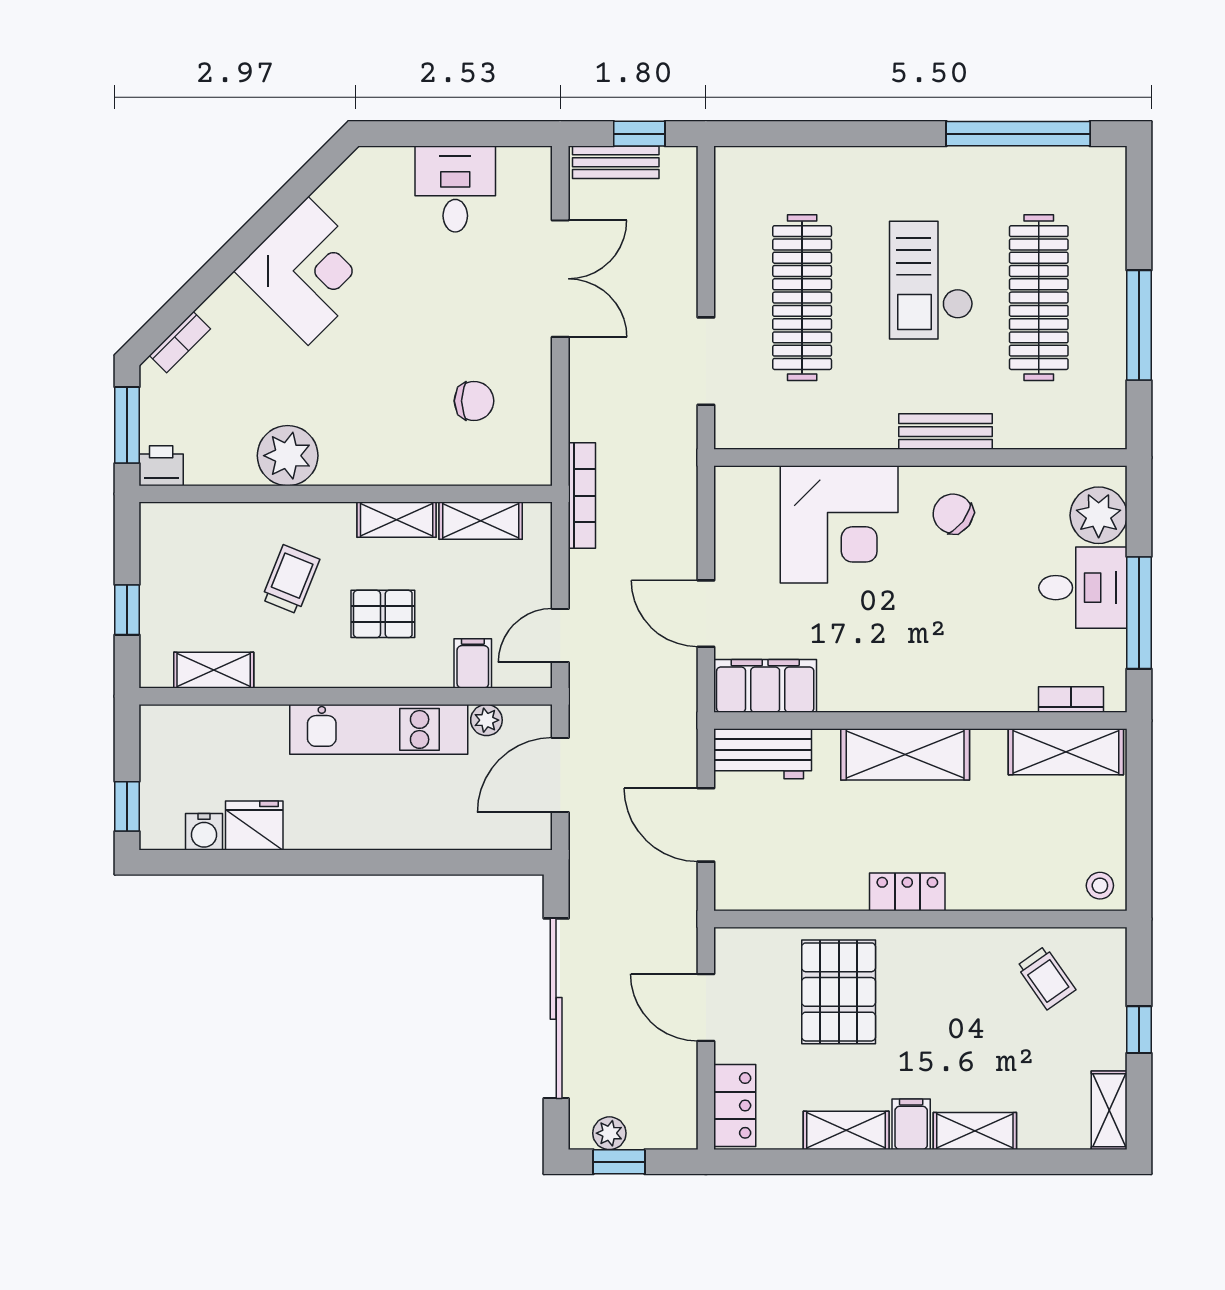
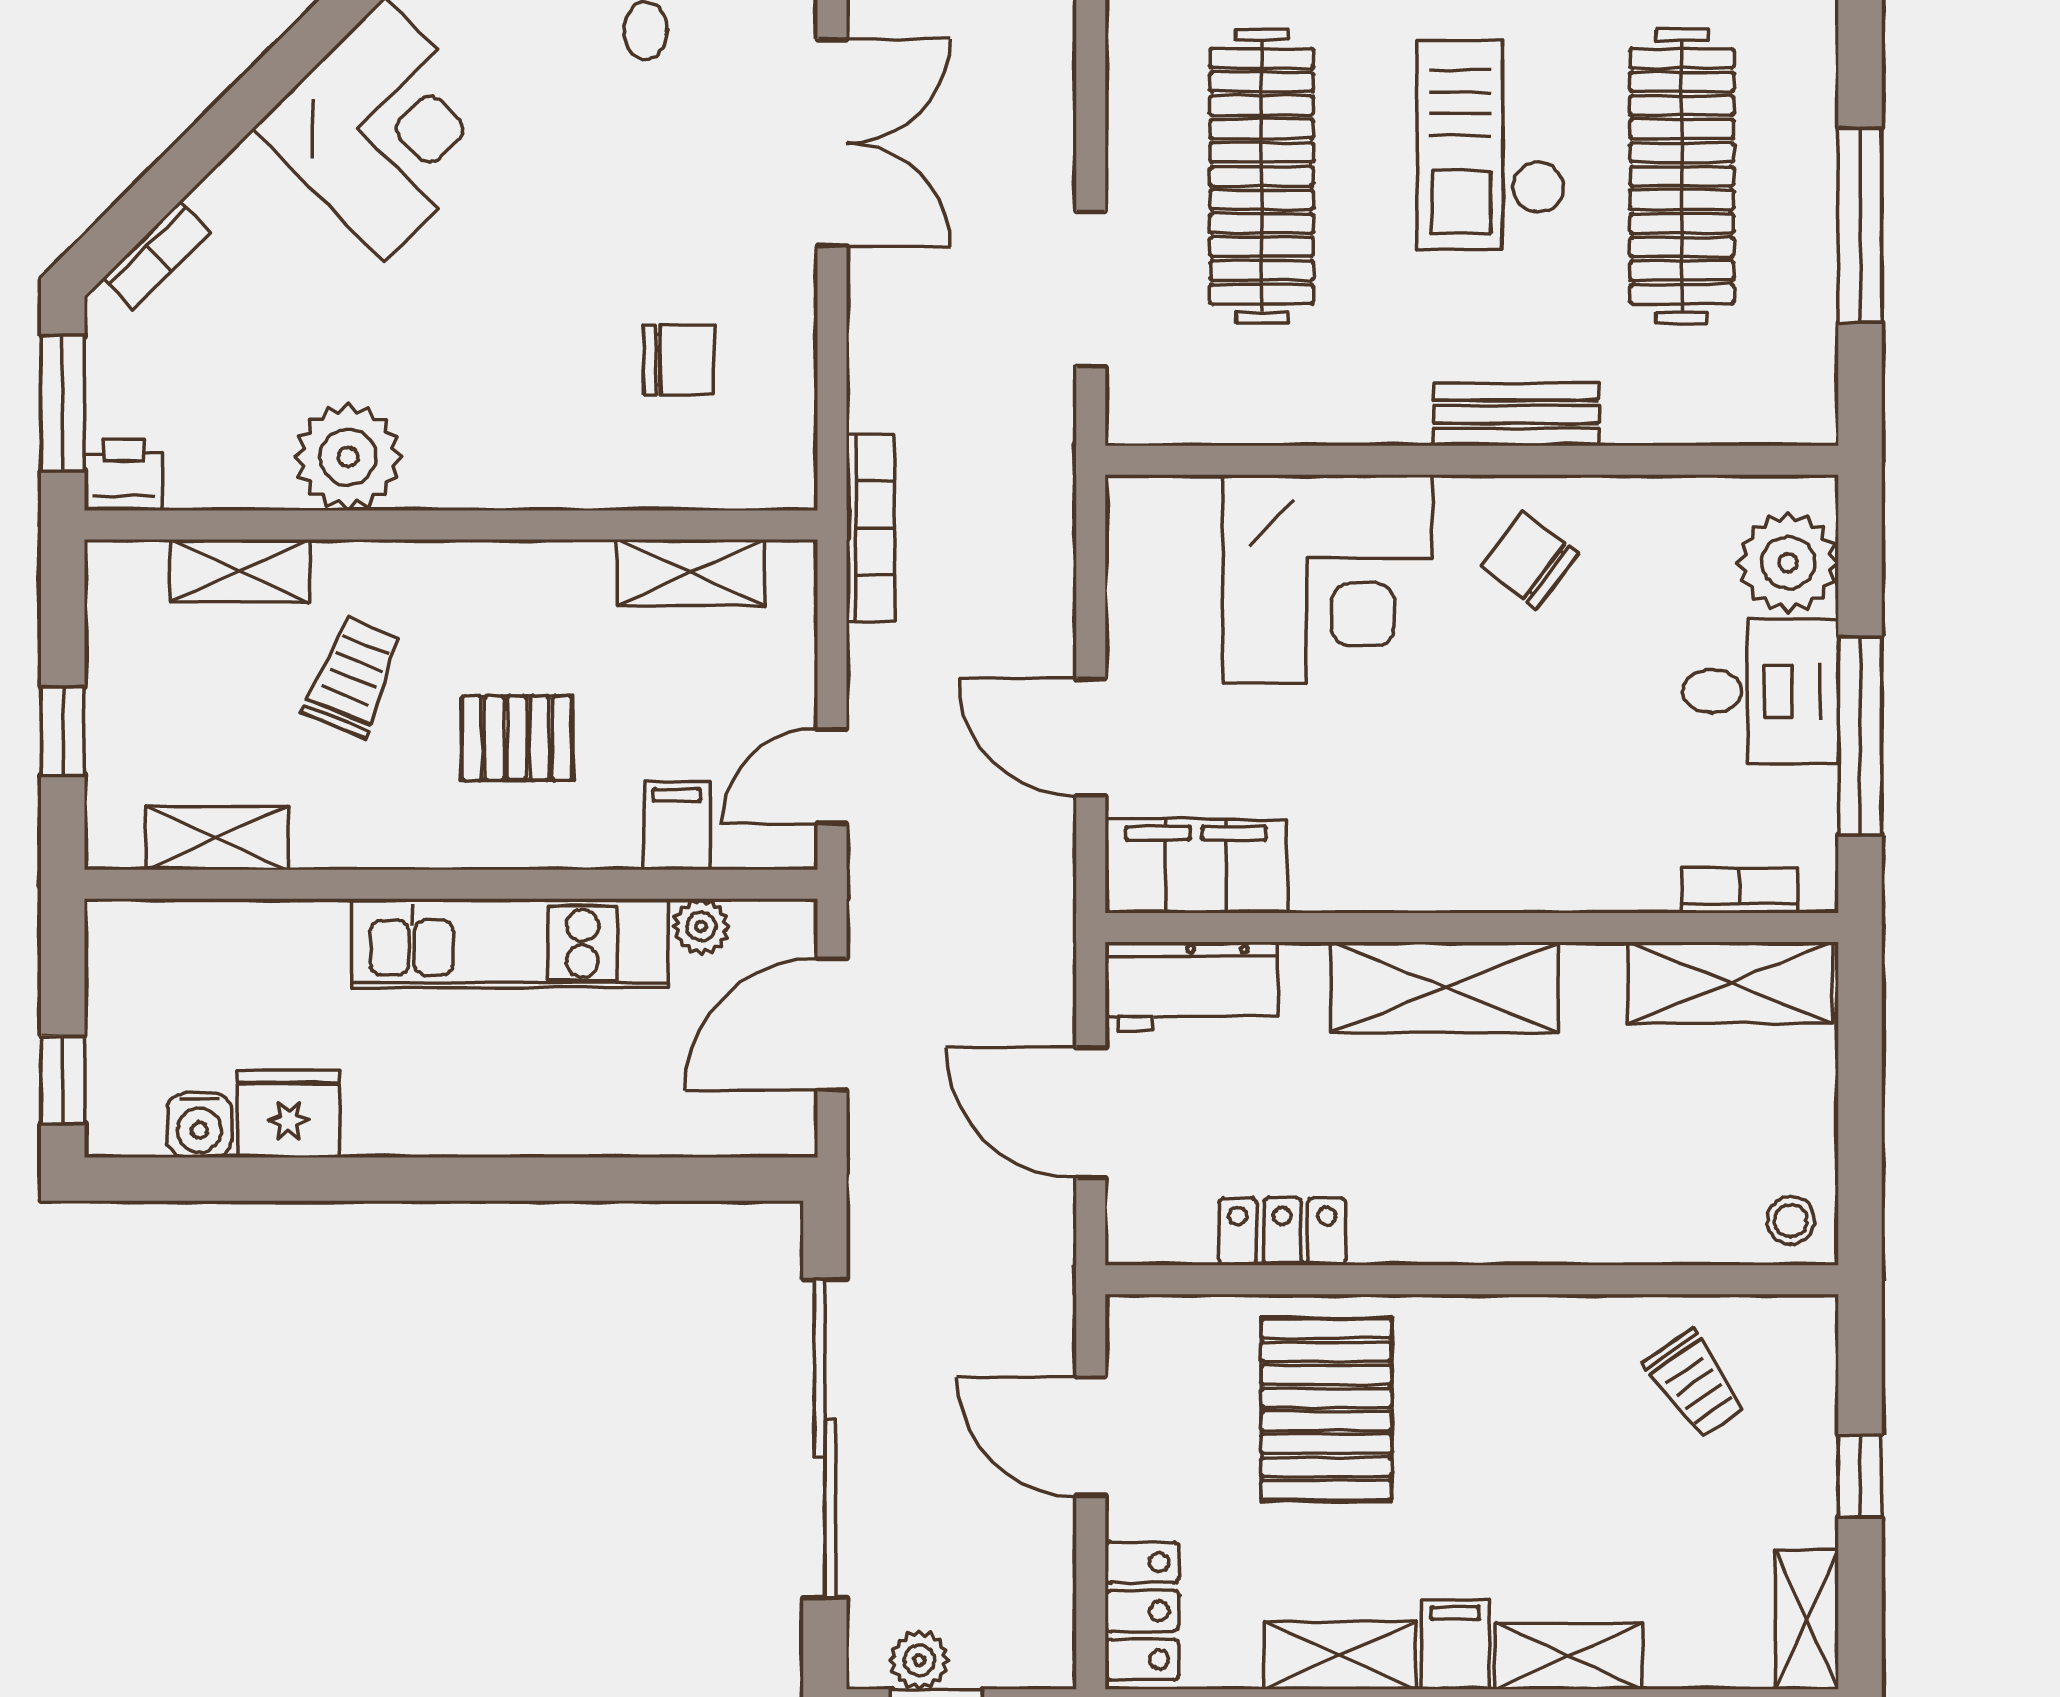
shelving: (397, 520) -> (240, 571), moved
locker: (907, 892) -> (1282, 1232), moved

